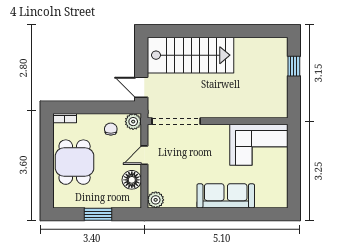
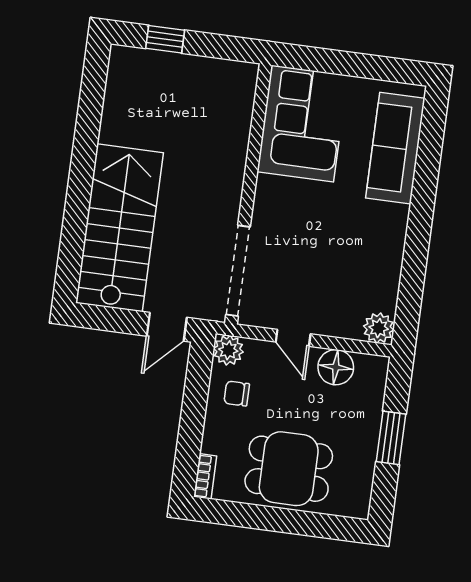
sofa: (226, 196) -> (395, 148), moved

